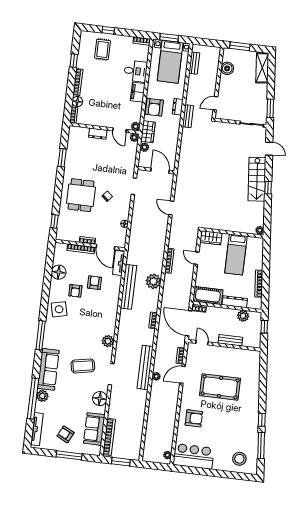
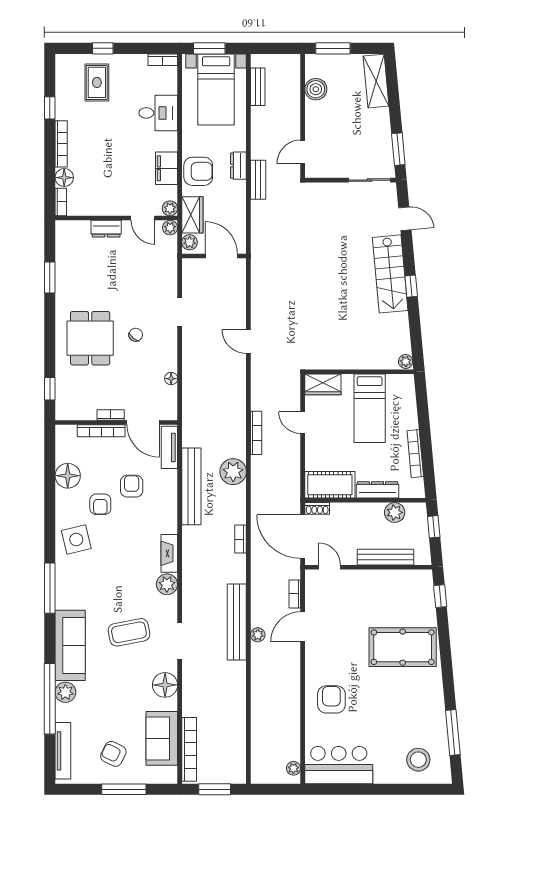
filing cabinet: (138, 92) -> (166, 168), moved
armchair: (154, 107) -> (198, 171), turned -90
wall: (156, 170) -> (214, 256), moved
door: (160, 171) -> (221, 256), moved
fireplace: (111, 324) -> (169, 553), added
bench: (230, 340) -> (385, 557), width x1.36
pool table: (220, 387) -> (403, 647), moved
armchair: (194, 418) -> (331, 699), turned -90
window: (262, 420) -> (440, 596), moved

